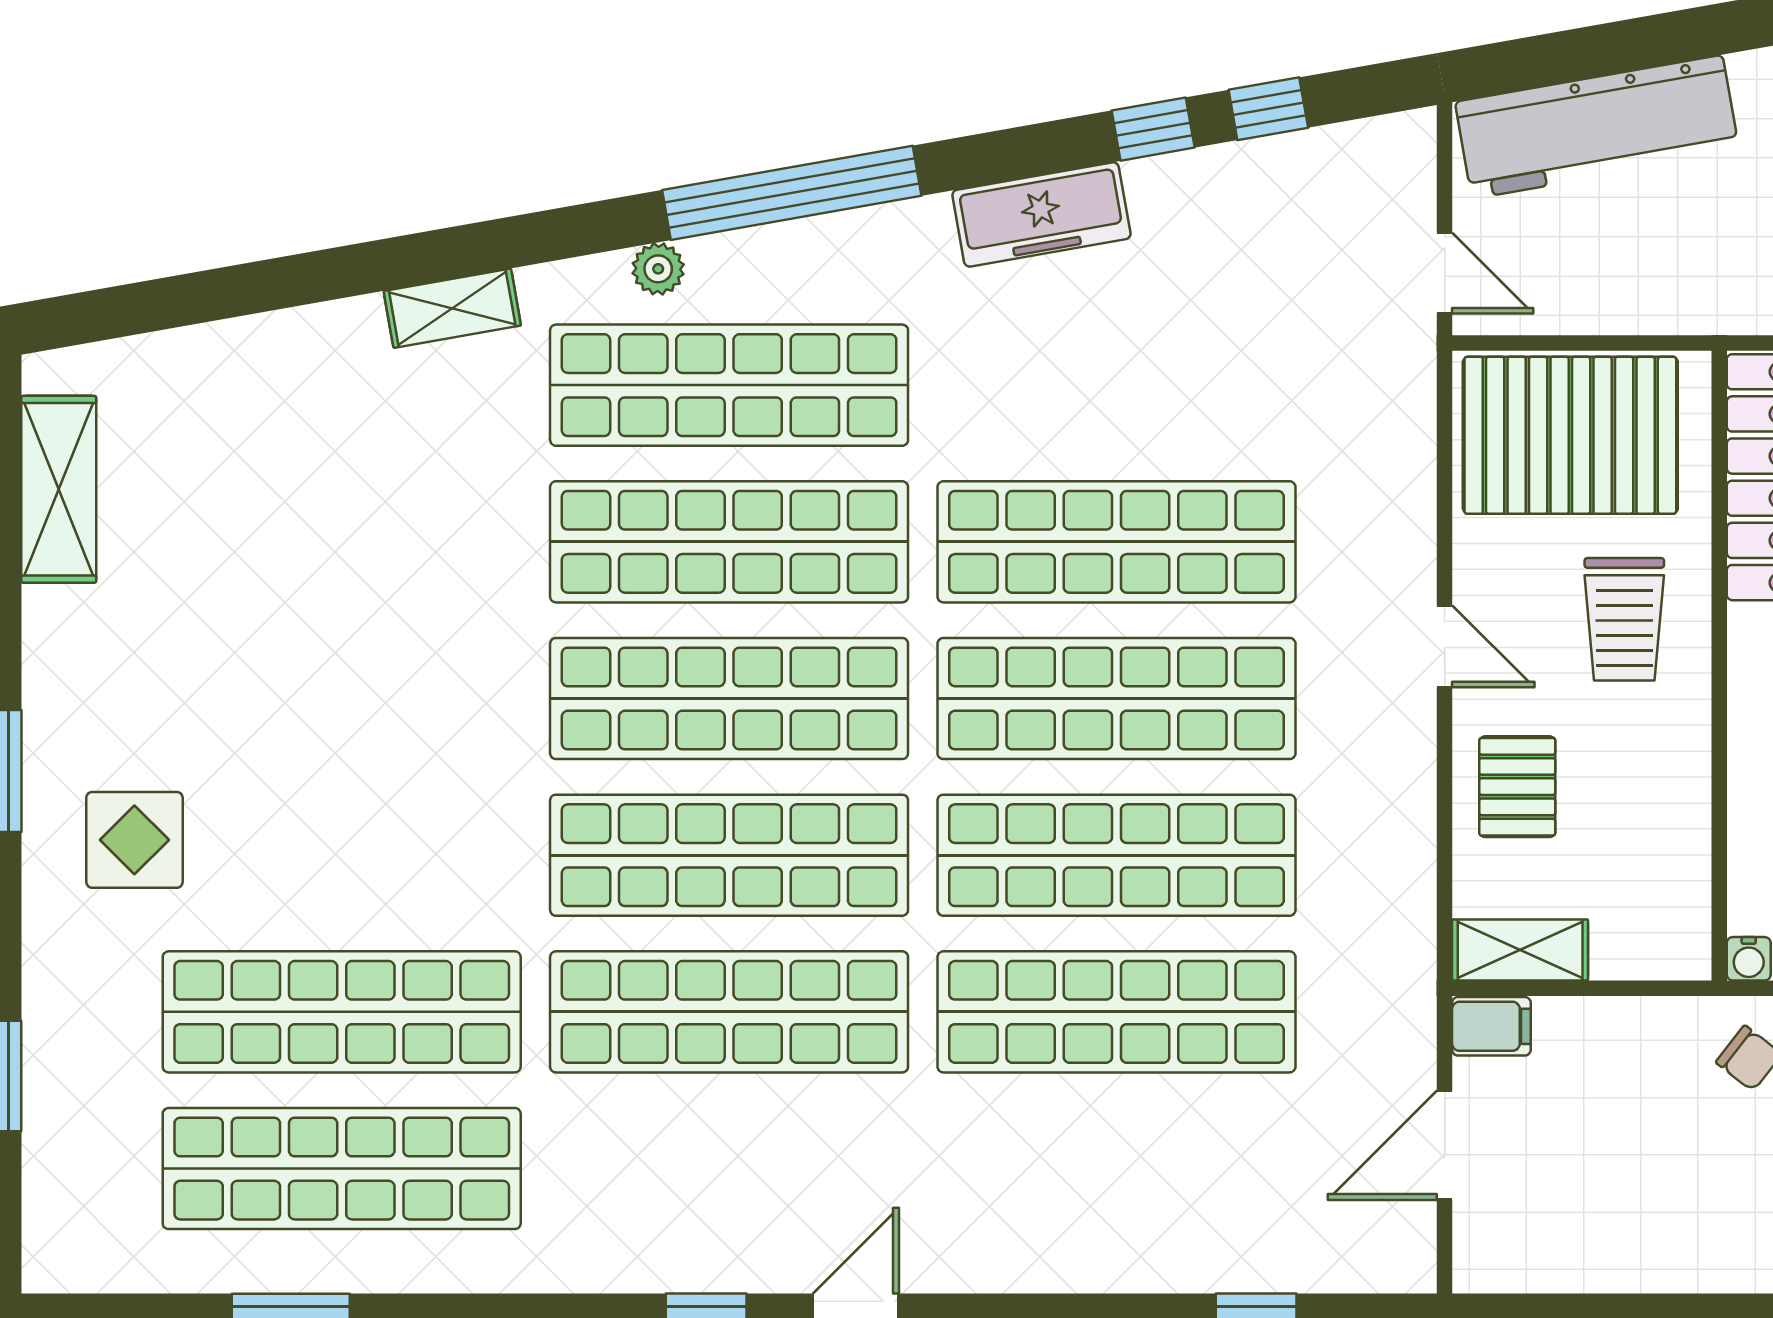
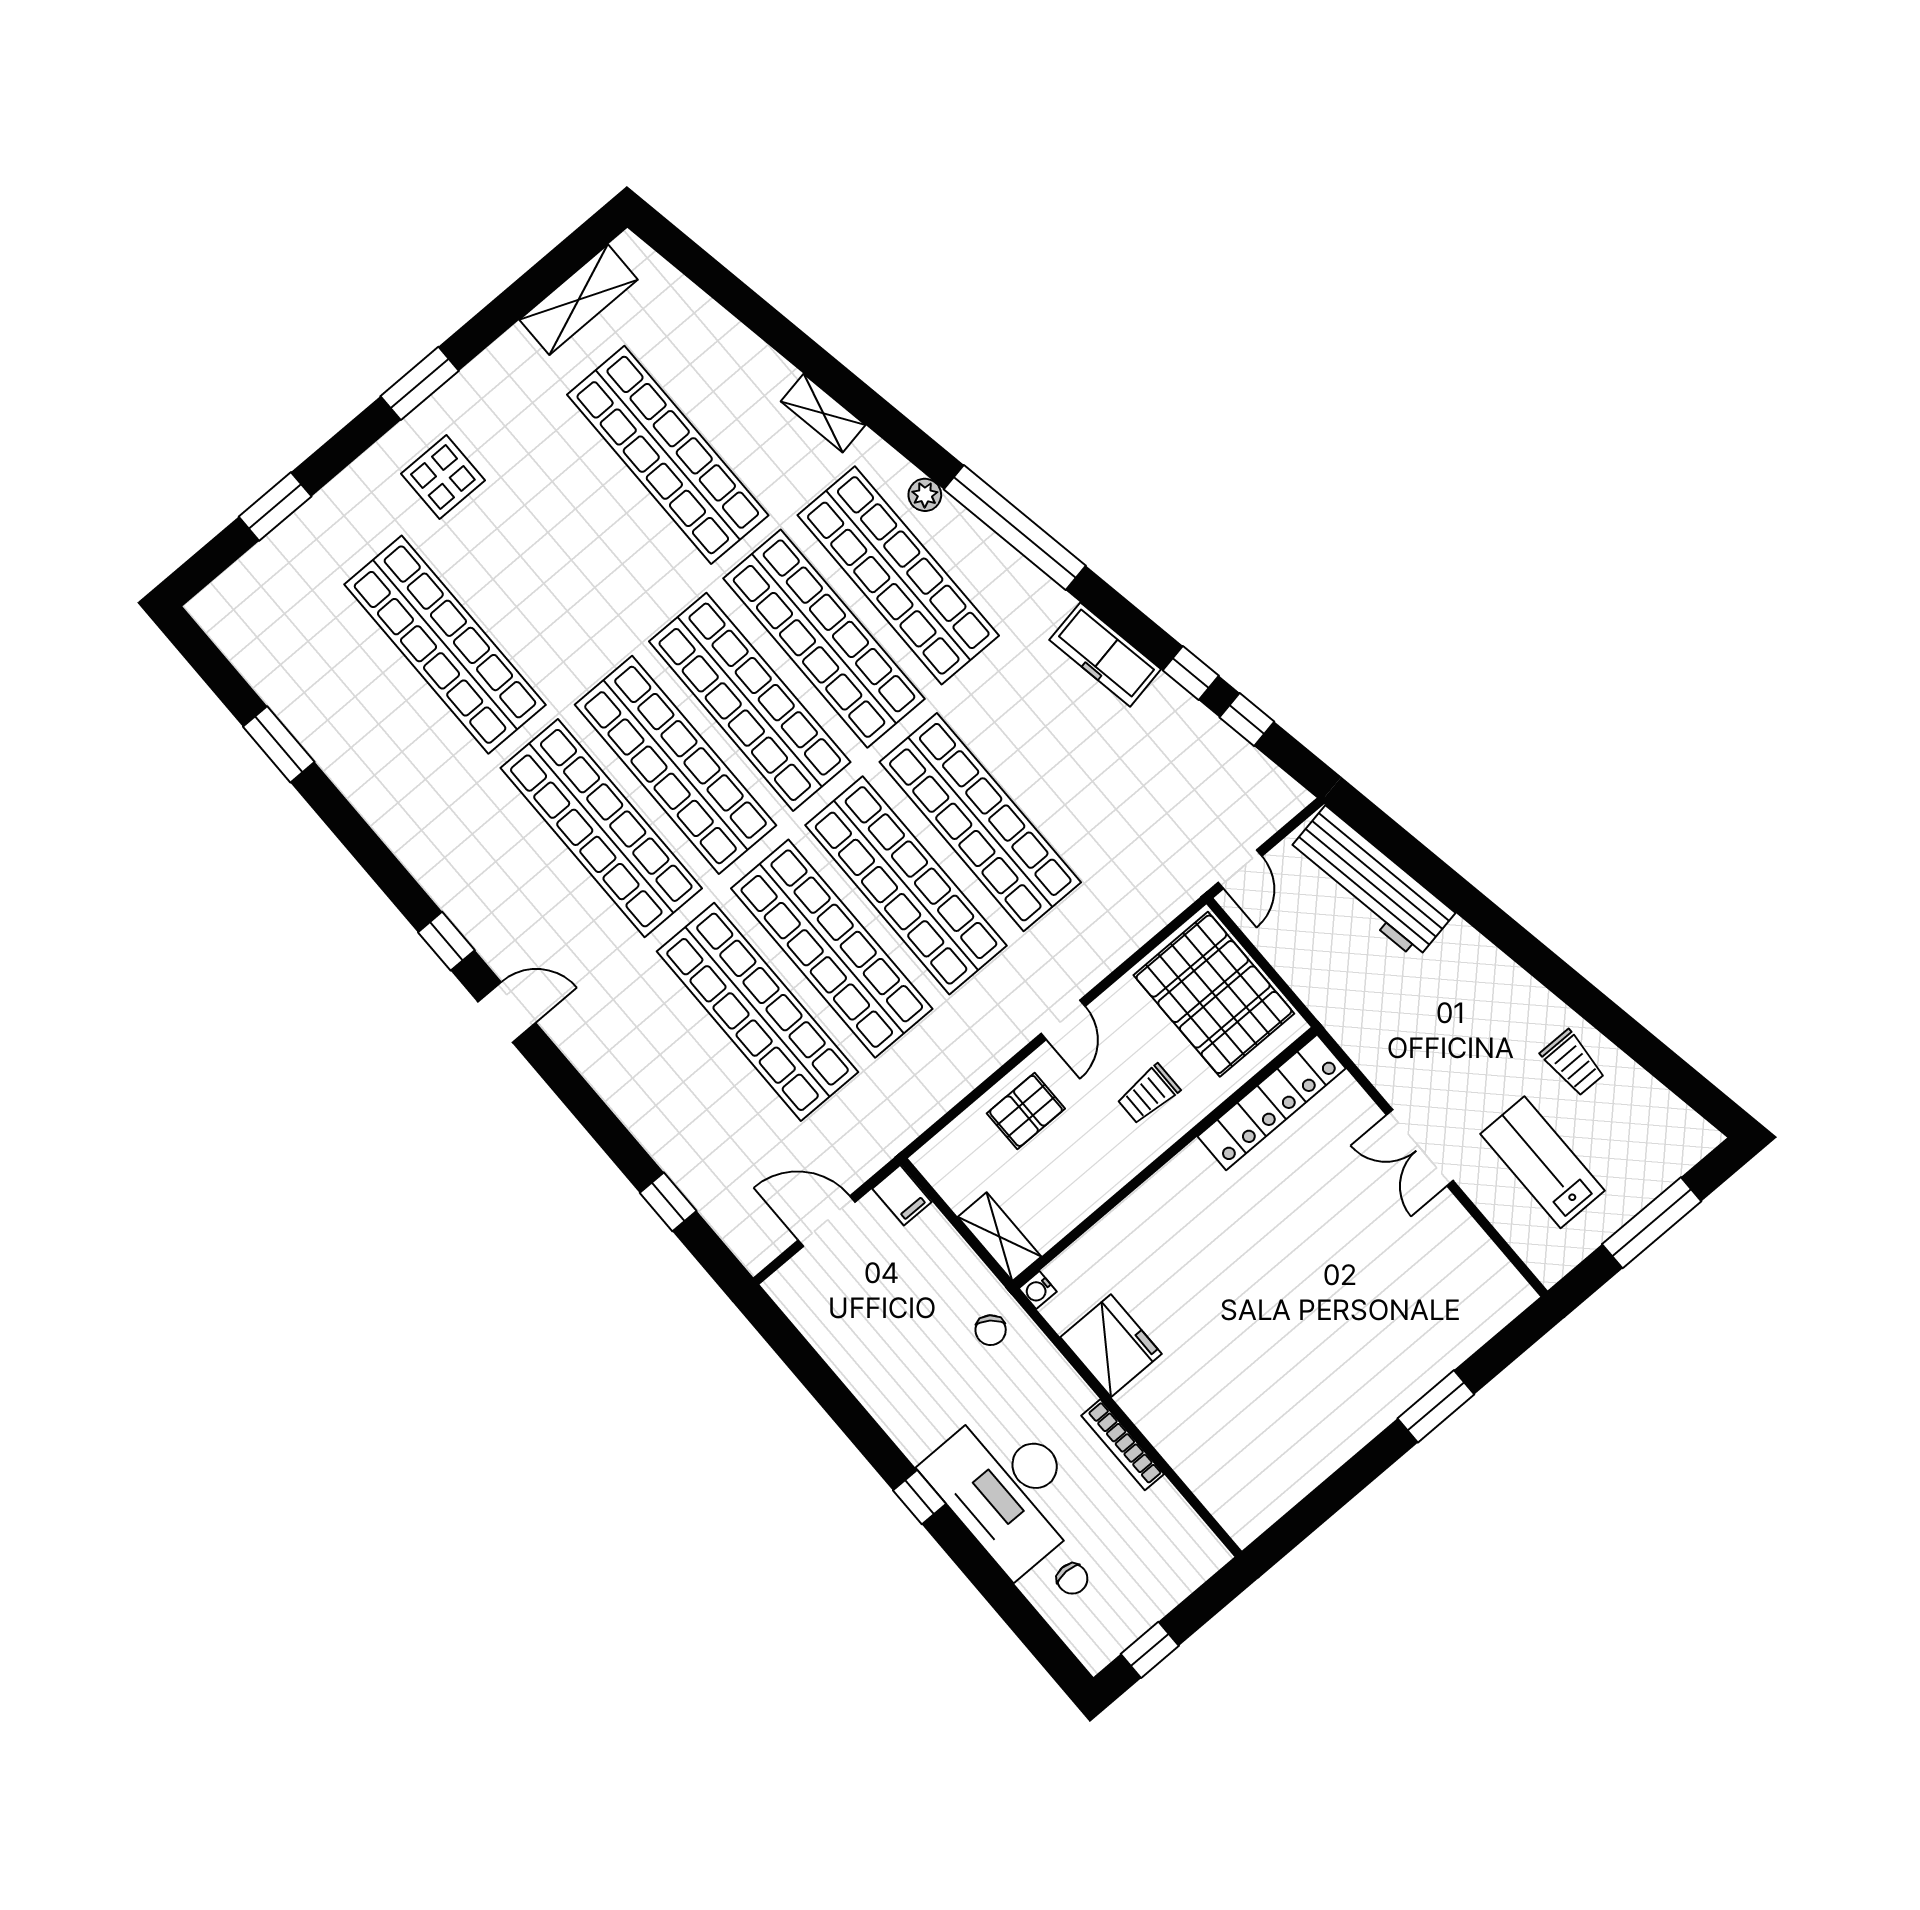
trolley: (1624, 619) -> (1148, 1094), width x0.73, depth x0.72
shelving: (1520, 950) -> (1000, 1237), moved
shop shelf: (342, 1169) -> (668, 455), moved

